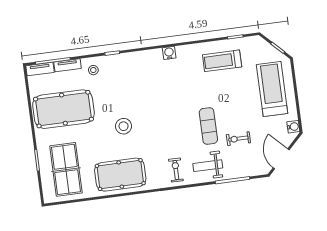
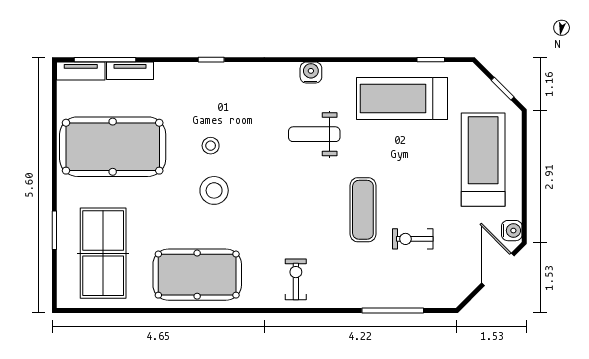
treadmill: (222, 61) -> (402, 99), width x1.37, depth x1.38
stool: (93, 70) -> (211, 146), moved
door: (281, 159) -> (498, 269), moved
weight bench: (208, 166) -> (314, 134), moved

